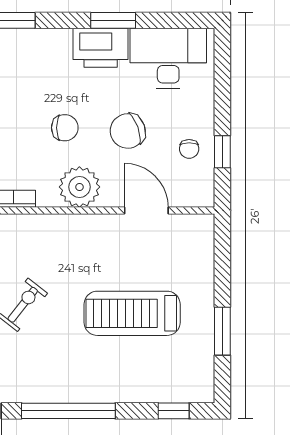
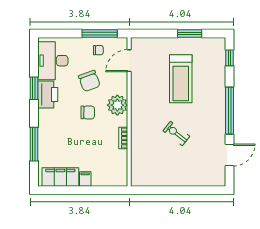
chair: (65, 128) -> (88, 112), turned 91
window: (222, 152) -> (100, 33), width x2.17
door: (146, 210) -> (129, 61), moved

